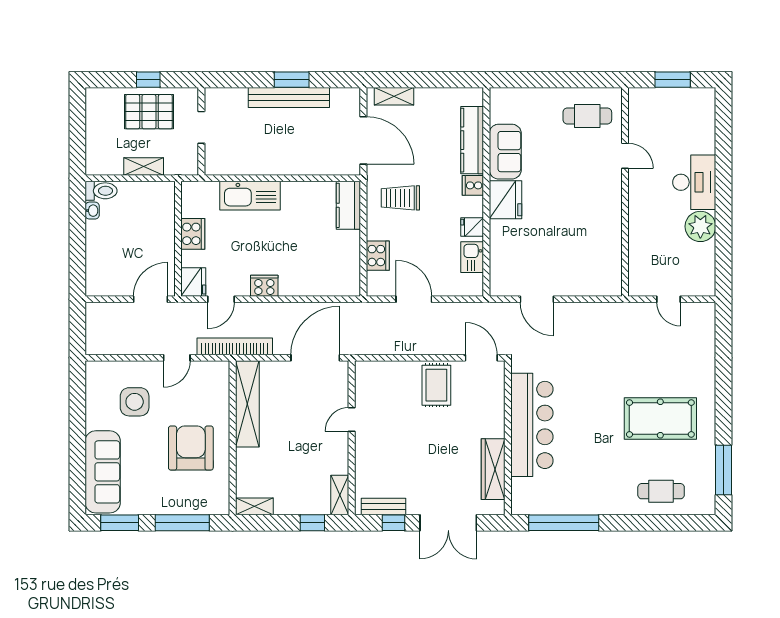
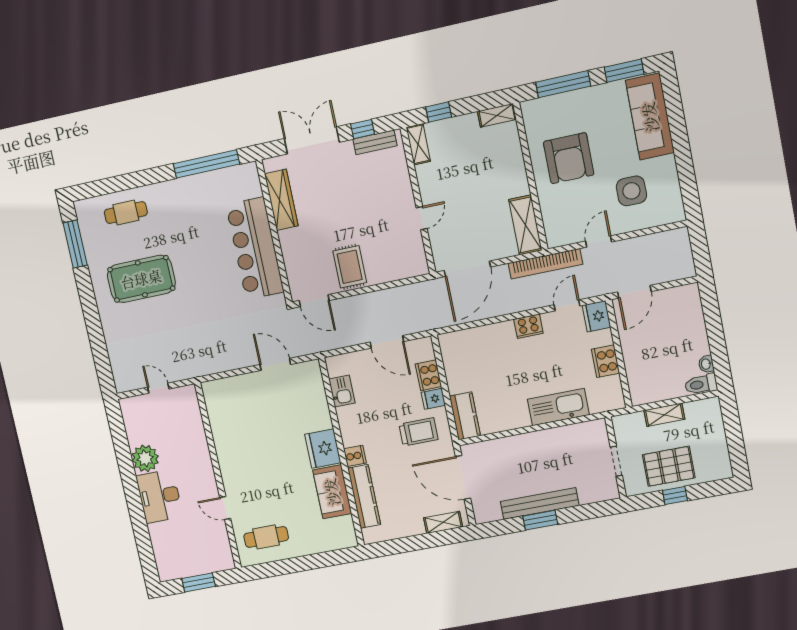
fridge: (472, 227) -> (433, 399), moved, turned 180
shelving: (247, 404) -> (525, 225), width x0.68

